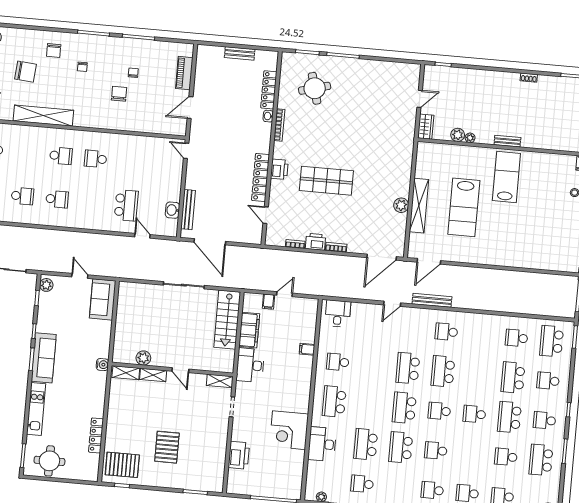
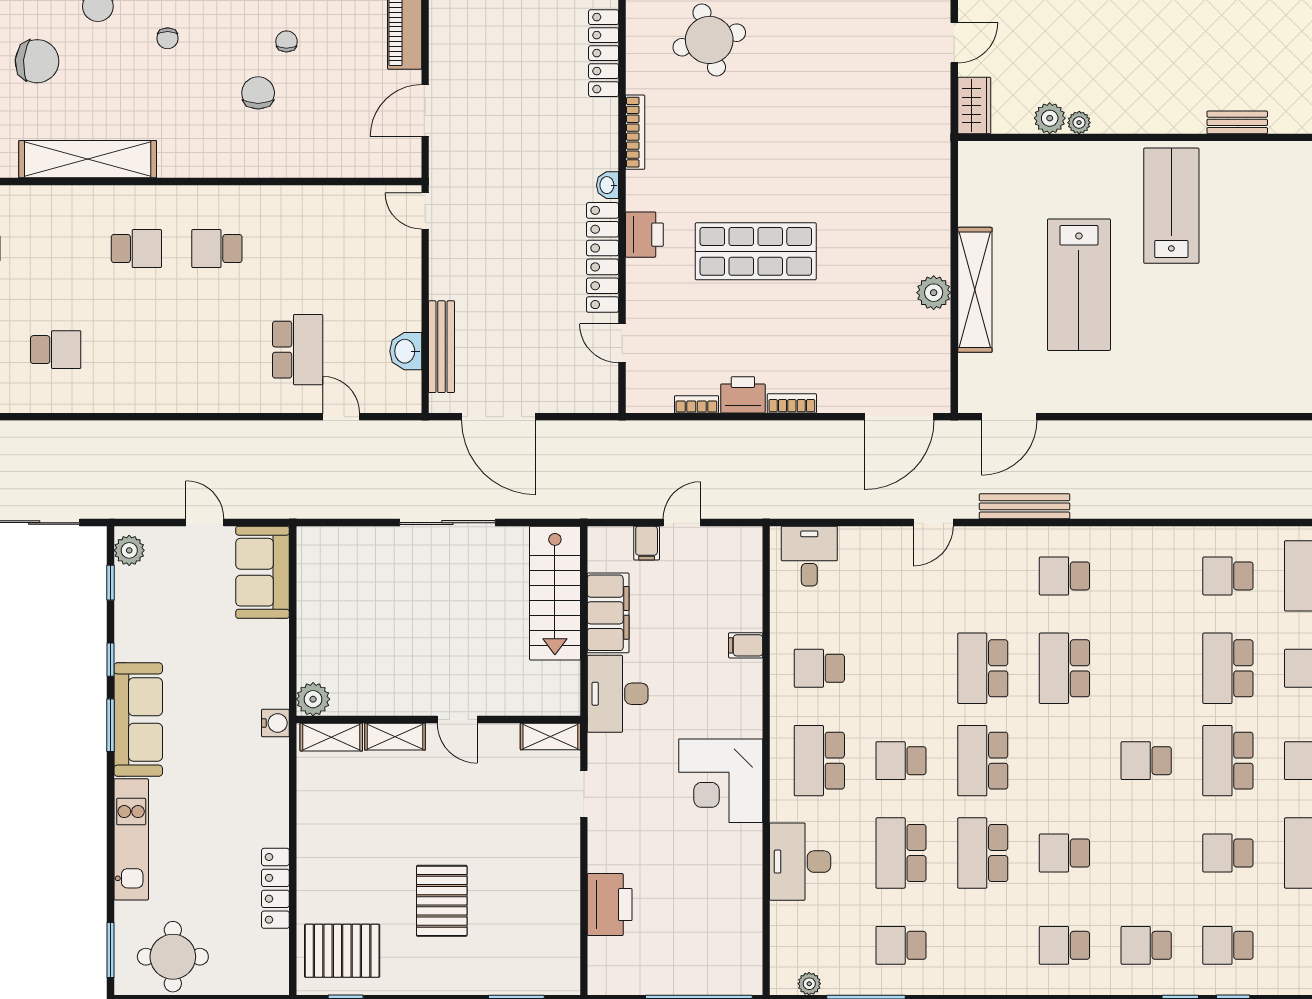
washbasin: (268, 116) -> (608, 185), moved
bench: (507, 141) -> (1237, 122), moved
school desk: (57, 199) -> (136, 350), removed
plant: (143, 358) -> (313, 699), moved
school desk: (439, 411) -> (901, 761), moved
corner desk: (289, 430) -> (721, 781), moved

